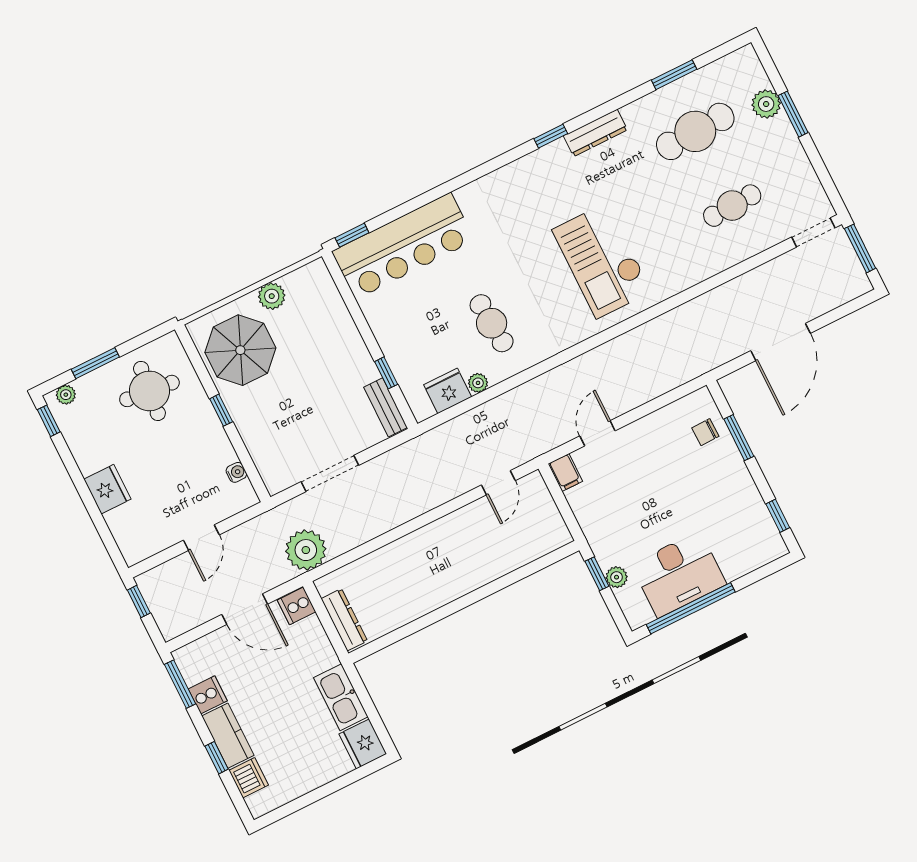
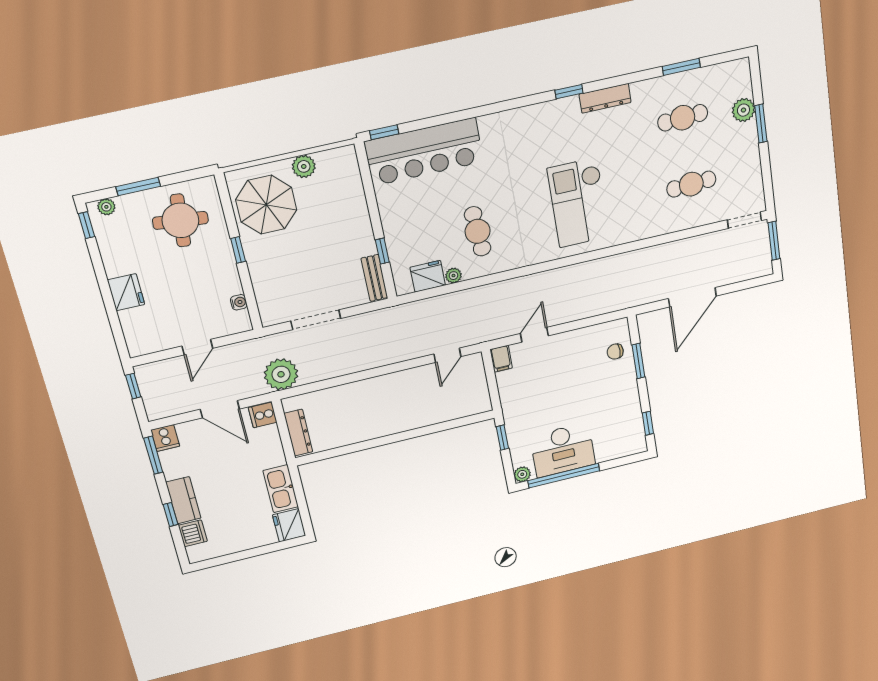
cafe table: (695, 131) -> (683, 118), width x0.73, depth x0.74
plant: (617, 577) -> (522, 474), moved
cooker: (208, 695) -> (165, 438), moved, turned 90

